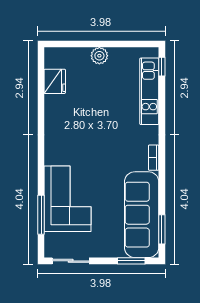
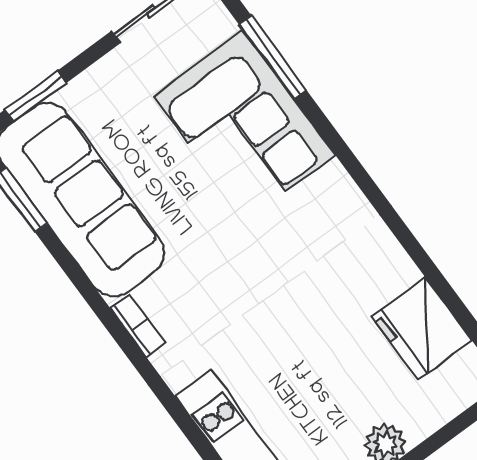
fridge: (55, 81) -> (422, 329), width x1.36, depth x1.34

